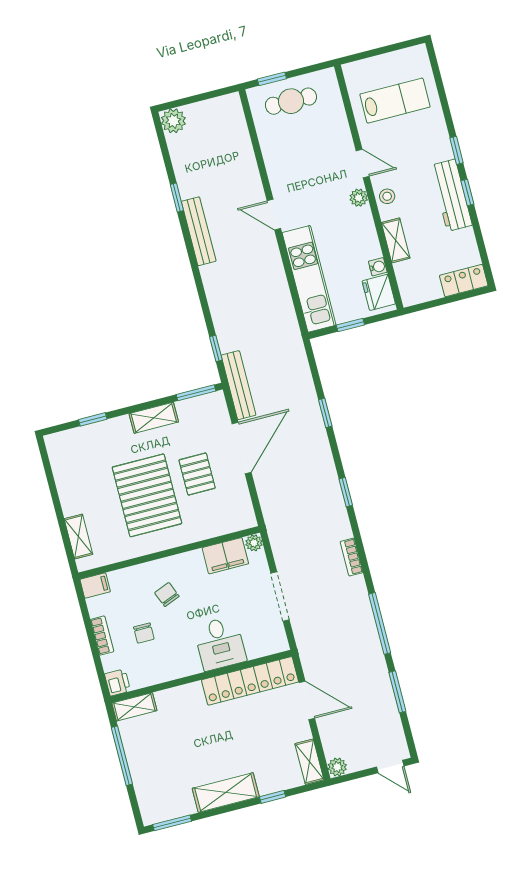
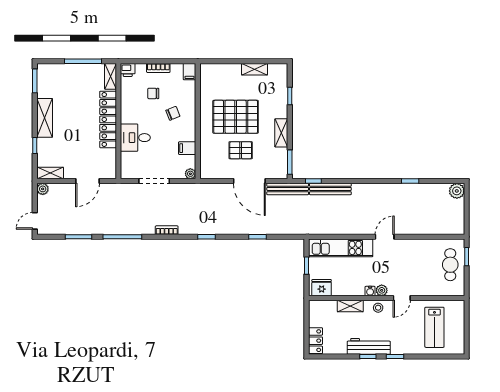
bench: (199, 231) -> (330, 189), moved
water cooler: (378, 267) -> (370, 291), moved
shelving: (78, 537) -> (255, 69), moved
filing cabinet: (225, 556) -> (187, 148), width x0.50
locker: (250, 681) -> (108, 119), moved

